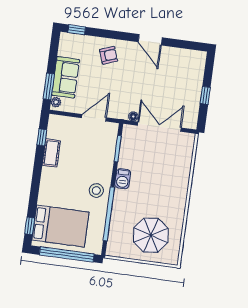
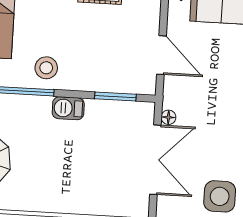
side table: (185, 88) -> (220, 196), added

